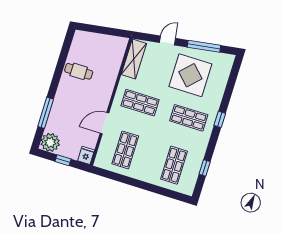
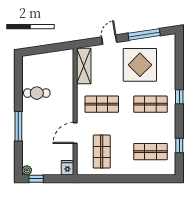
window: (46, 113) -> (18, 126), moved
plant: (50, 142) -> (27, 170), width x0.53, depth x0.53
window: (63, 160) -> (36, 179), moved
shop shelf: (174, 165) -> (151, 152), turned 90

